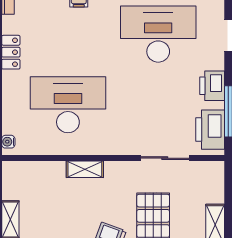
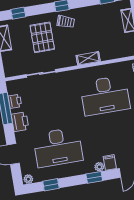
printer: (210, 130) -> (15, 101), width x0.53, depth x0.68

